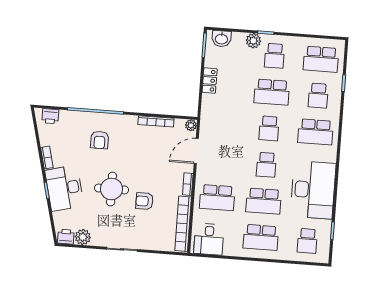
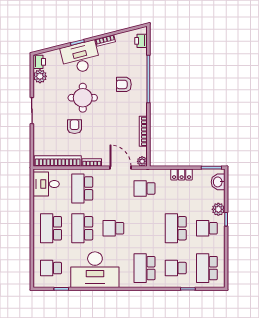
school desk: (269, 128) -> (145, 188), moved

